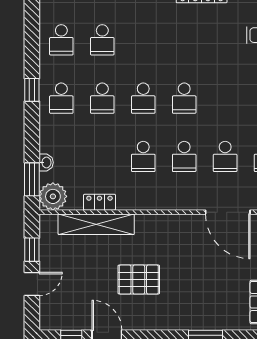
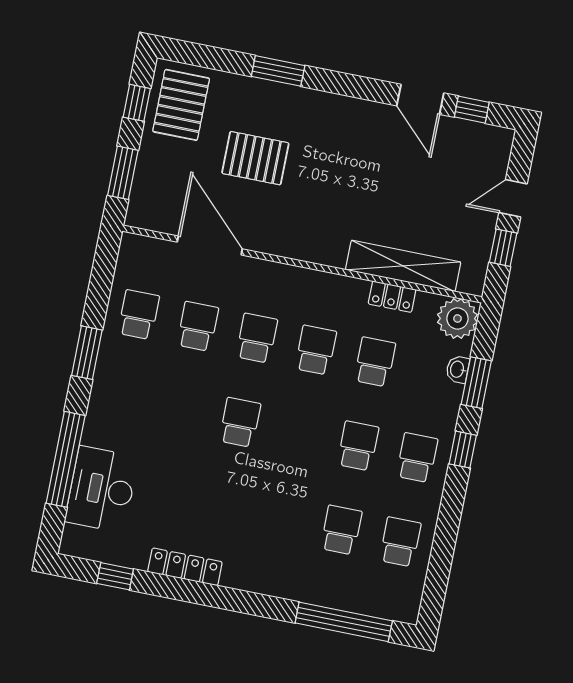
window: (32, 90) -> (463, 450), moved
school desk: (143, 98) -> (375, 362), moved
window: (32, 179) -> (476, 383), moved
pallet: (139, 280) -> (255, 158), moved

